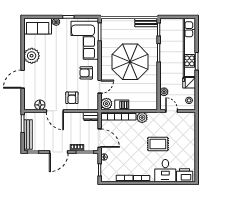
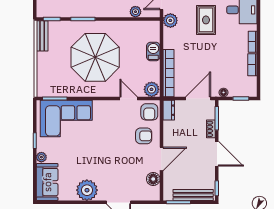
armchair: (86, 73) -> (149, 112), moved
barbecue: (122, 105) -> (153, 51), moved
plant: (142, 118) -> (170, 20), moved

